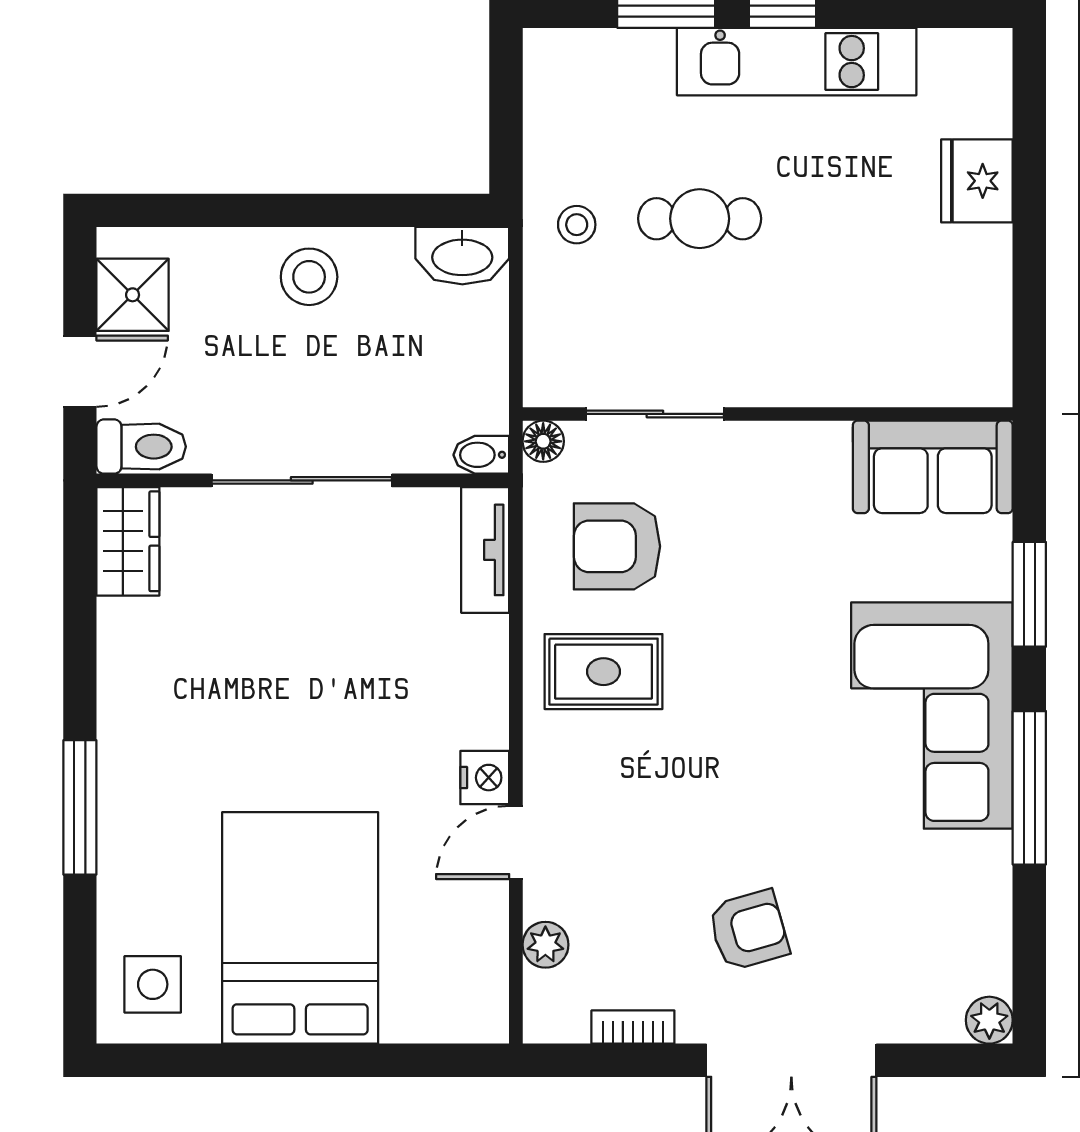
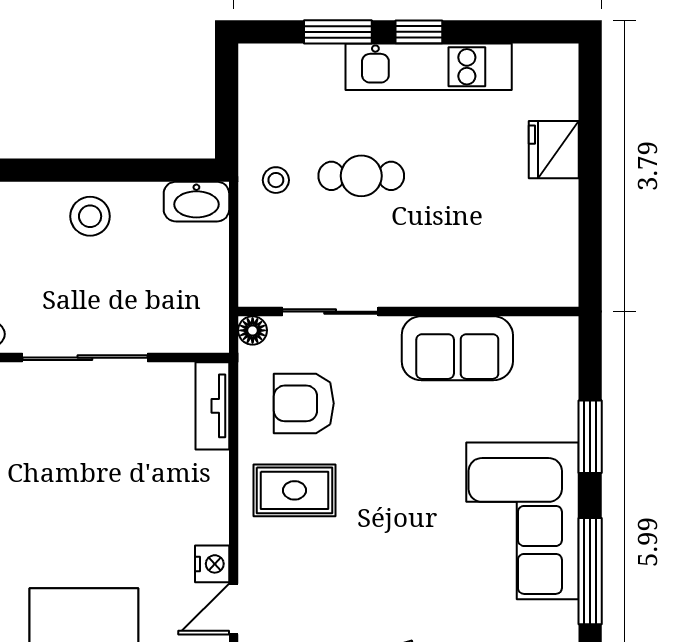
bidet: (481, 455) -> (210, 340), removed
sofa: (933, 467) -> (457, 348), moved

